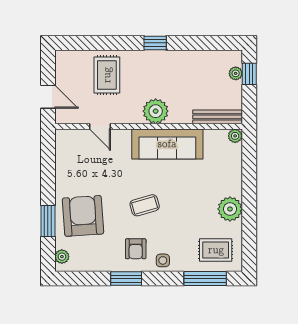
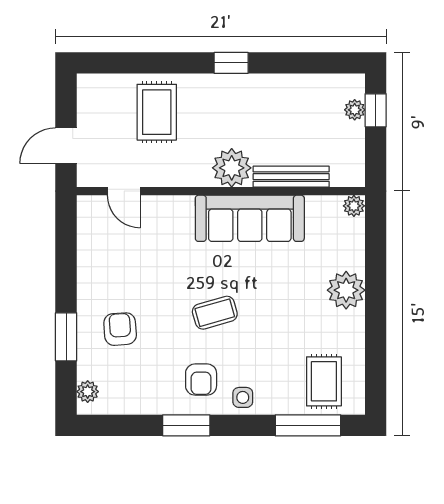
door: (48, 97) -> (66, 146), swing flipped
bench: (217, 117) -> (291, 177), moved
door: (100, 126) -> (124, 191), moved
plant: (230, 209) -> (346, 290), moved
armchair: (83, 216) -> (120, 329), width x0.53, depth x0.53
rug: (216, 250) -> (324, 381), turned 90

